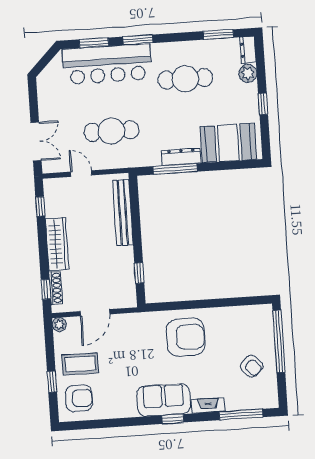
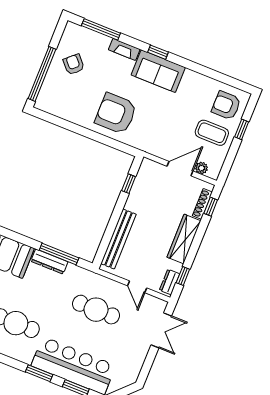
double door: (36, 142) -> (161, 330), swing flipped
dresser: (51, 194) -> (170, 282), added
plant: (59, 325) -> (202, 168), moved

